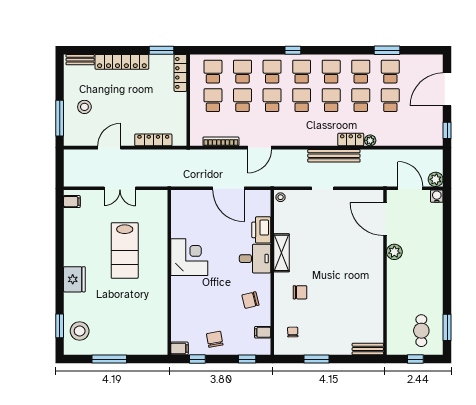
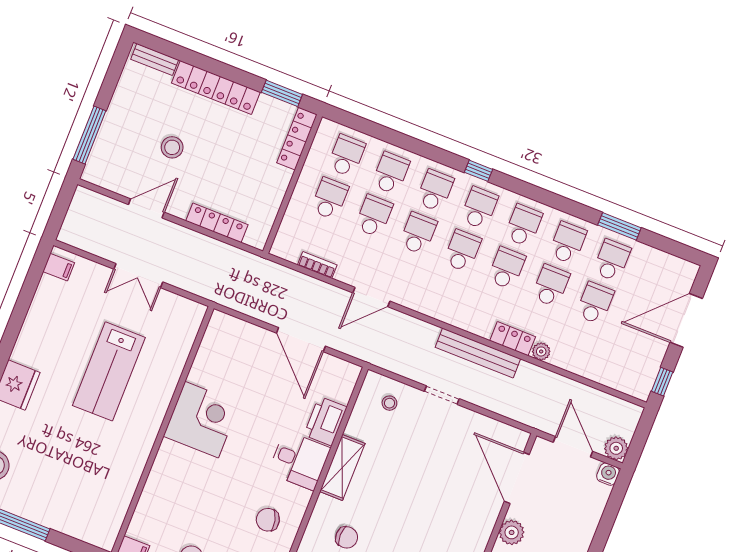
stool: (84, 107) -> (172, 147), moved
bookcase: (221, 141) -> (317, 265), width x0.64
stool: (281, 197) -> (389, 403), moved

